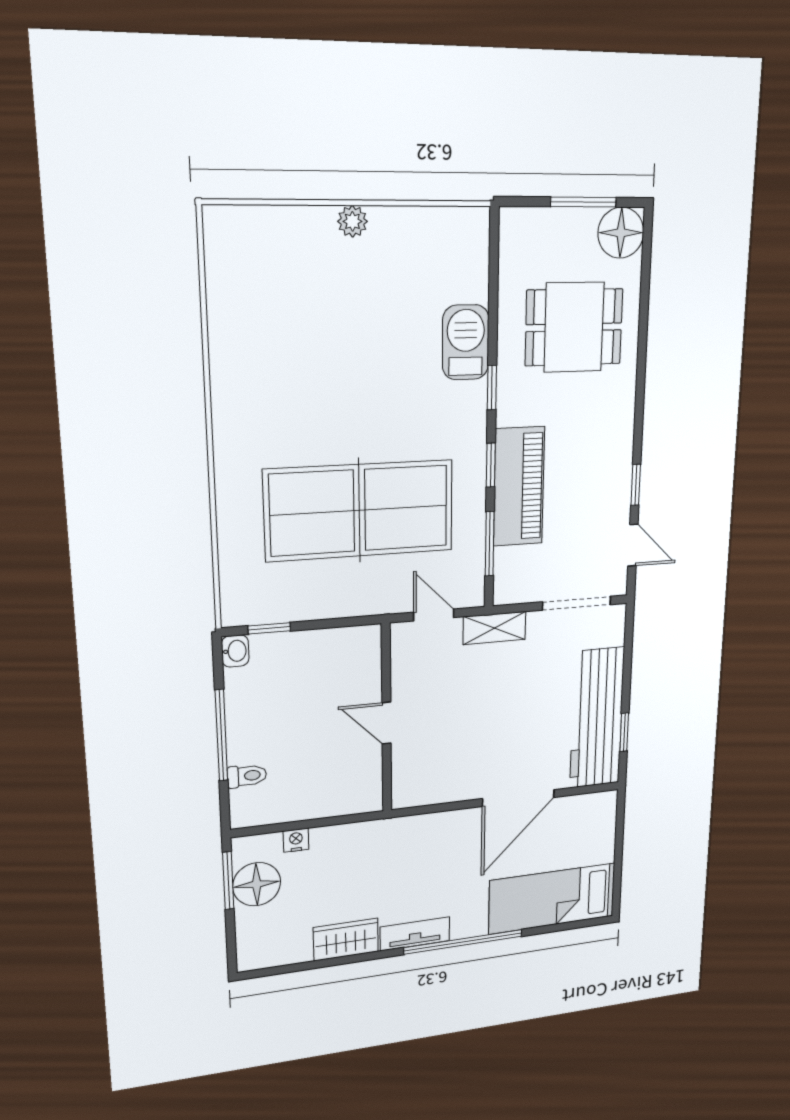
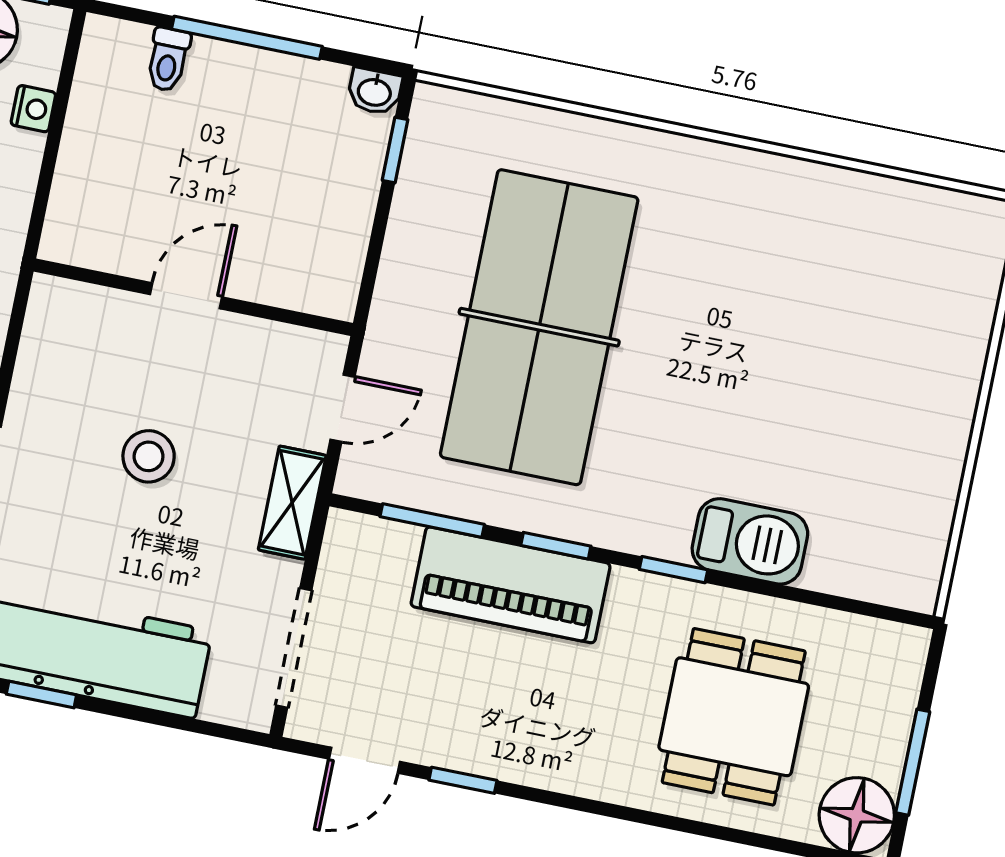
plant: (352, 221) -> (955, 408), removed
stool: (483, 716) -> (149, 456), added

